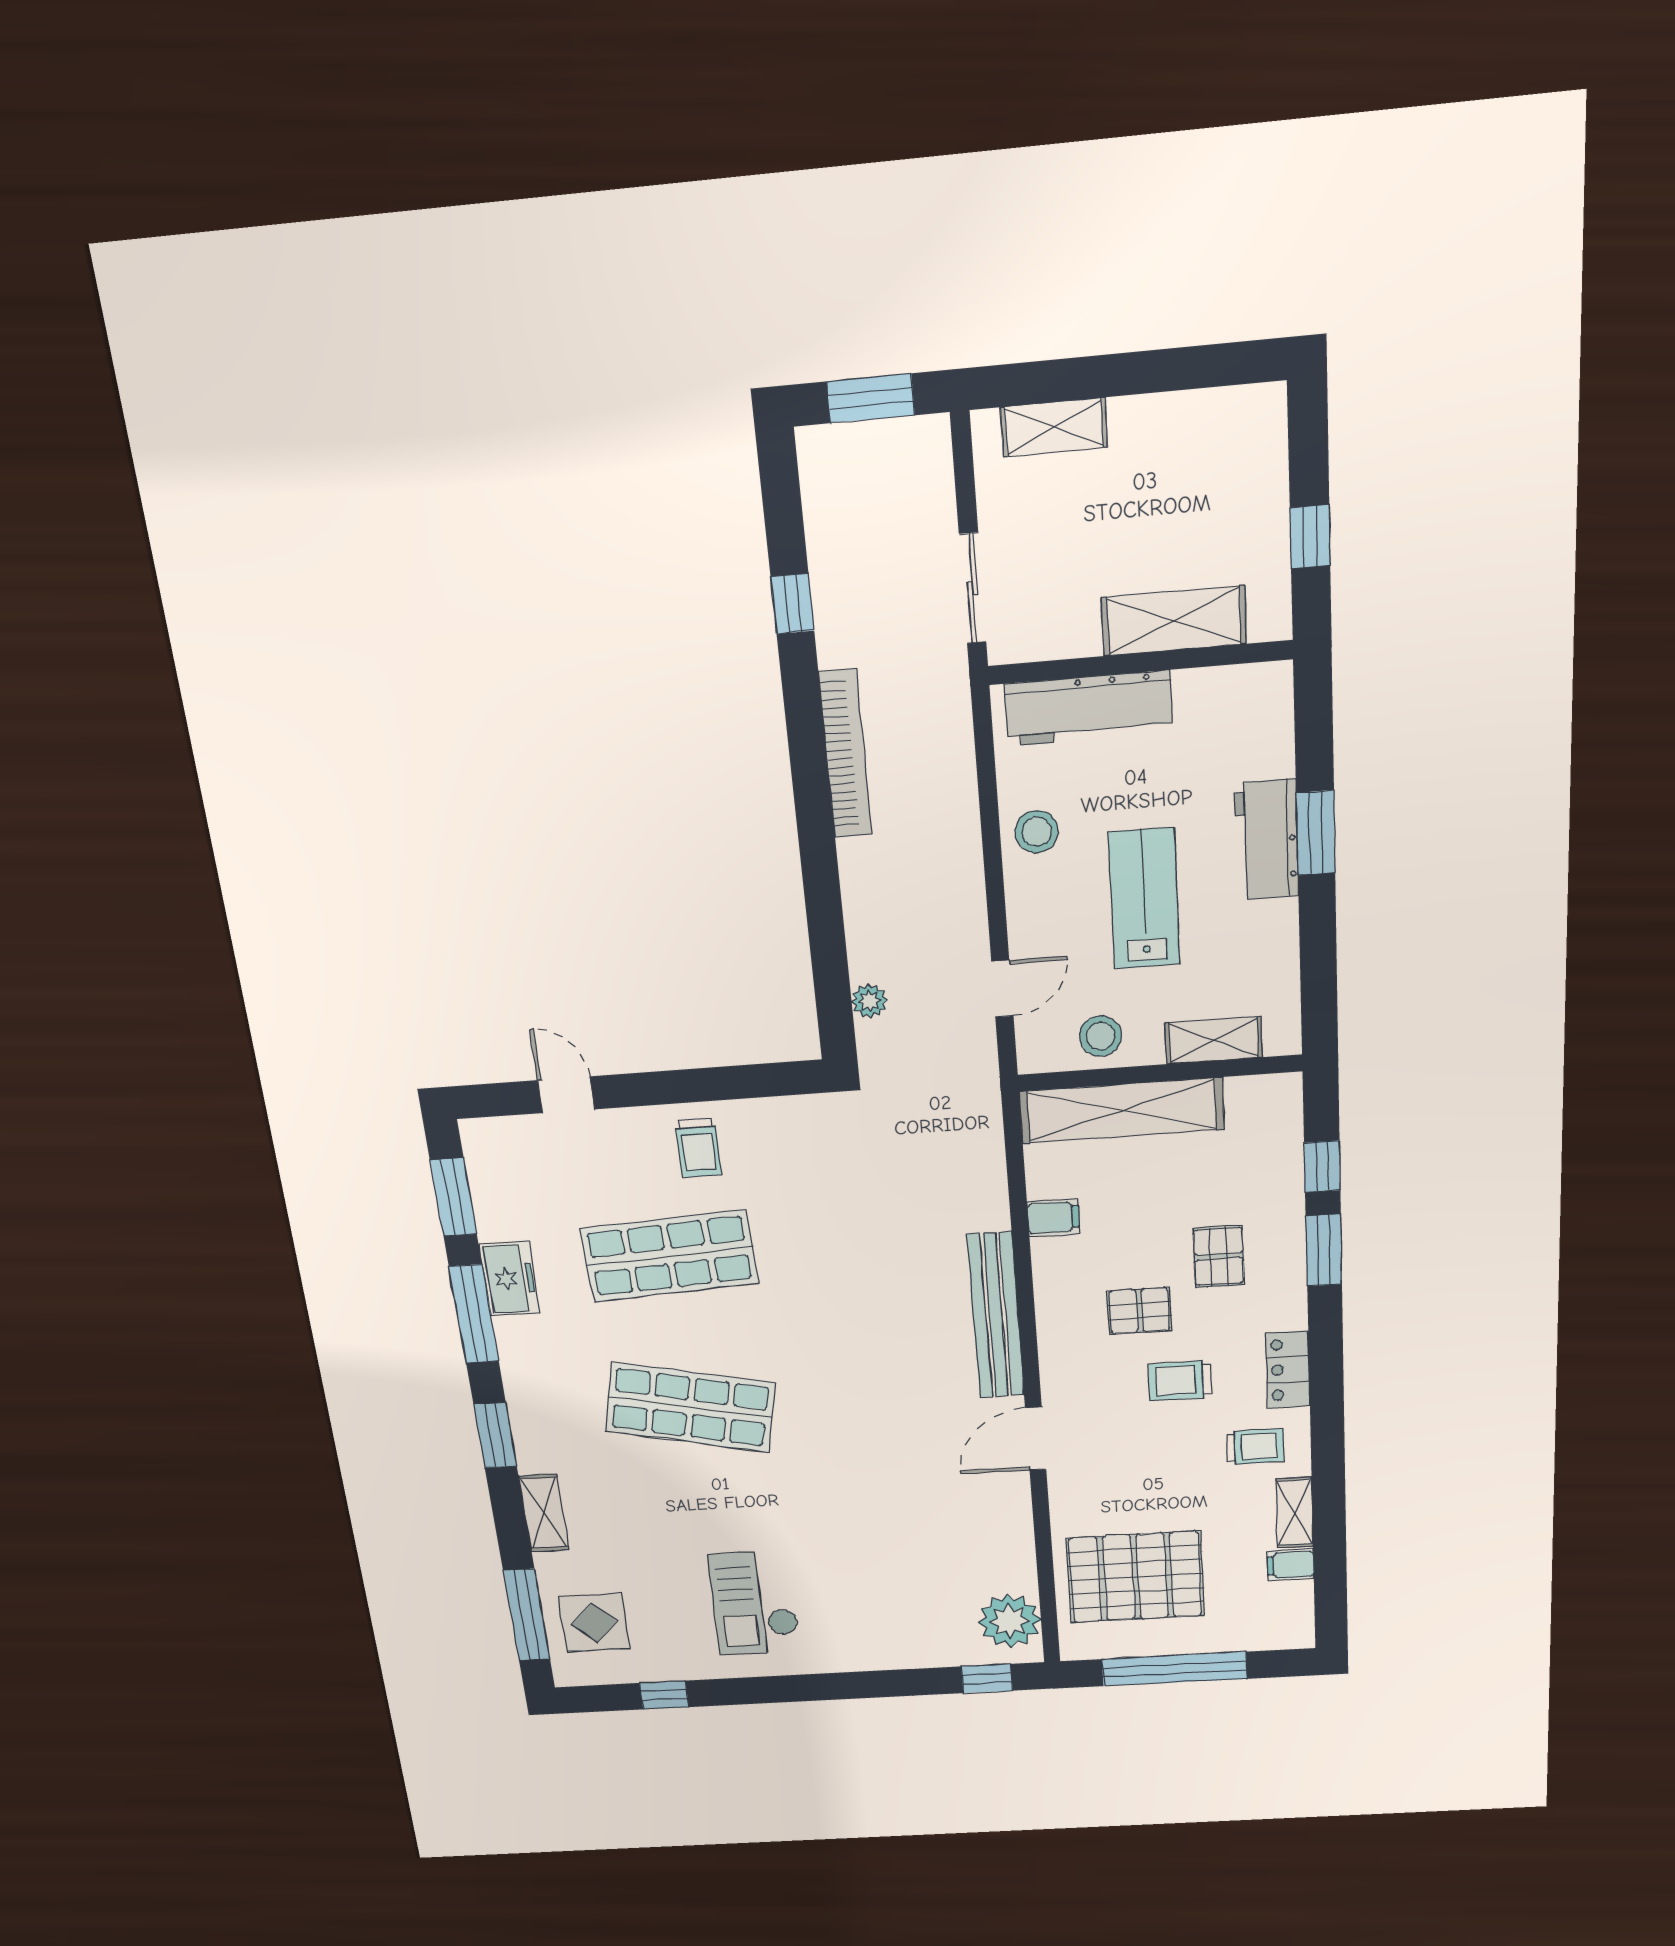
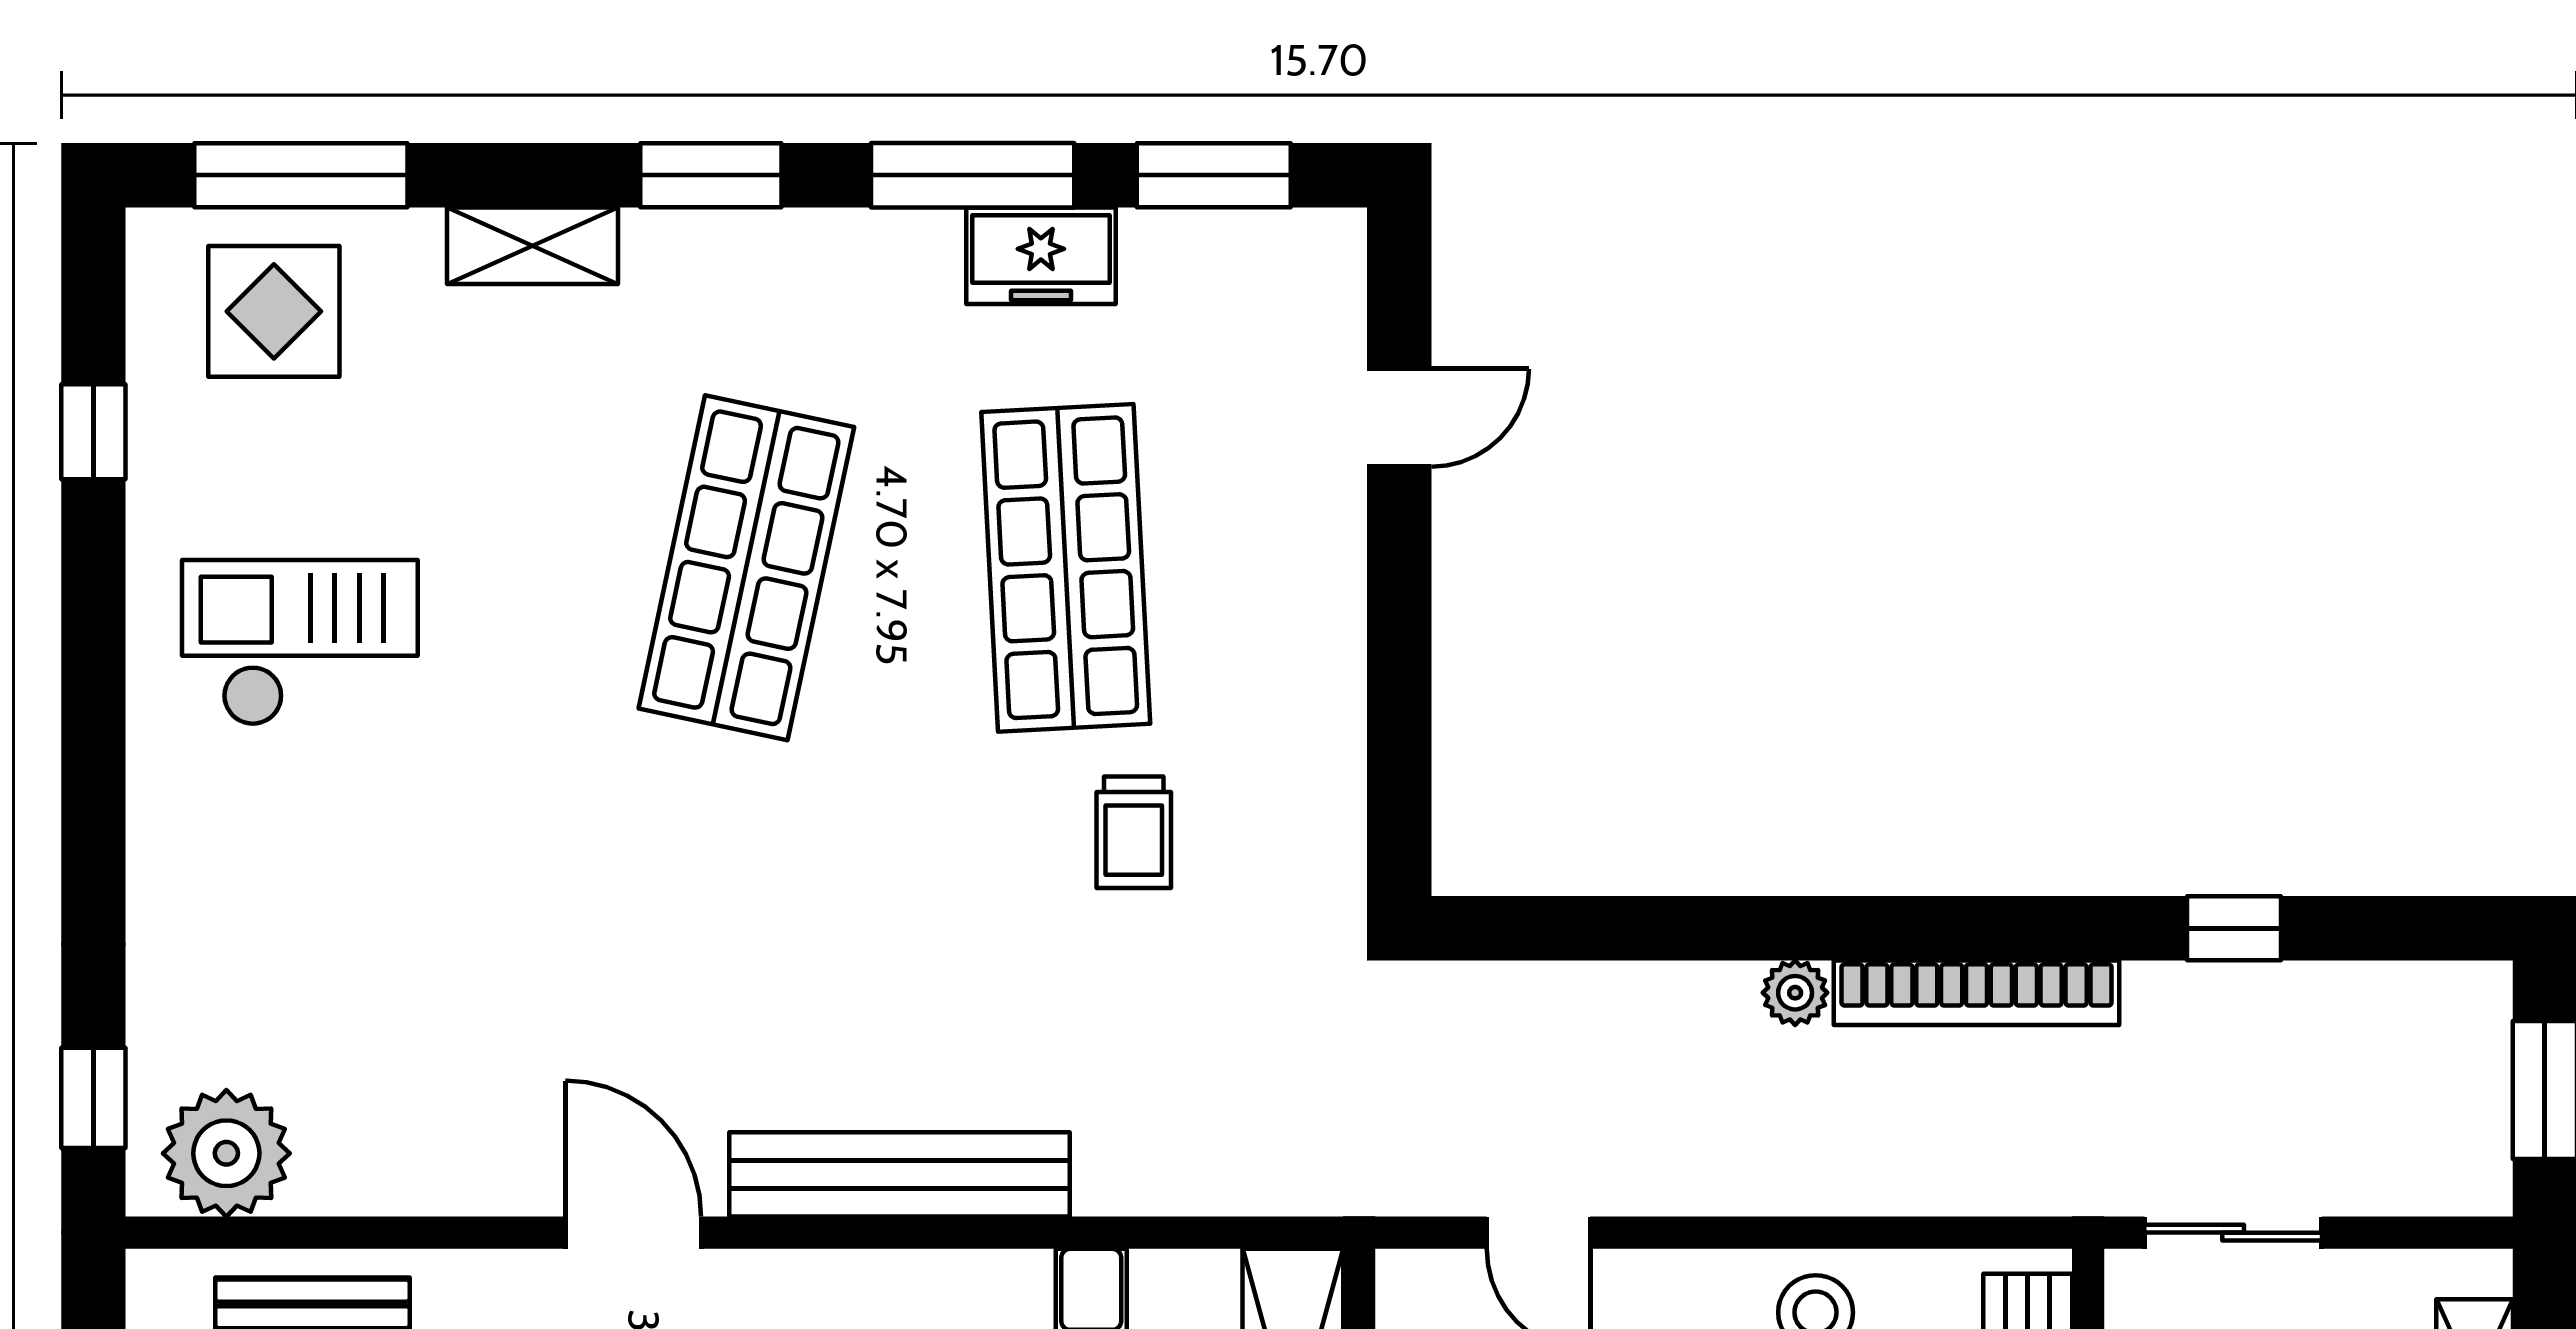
plant: (869, 1001) -> (1795, 993), moved
trolley: (698, 1148) -> (1134, 832), moved, turned -90

